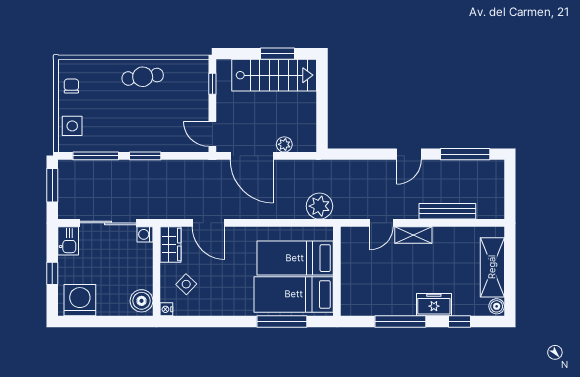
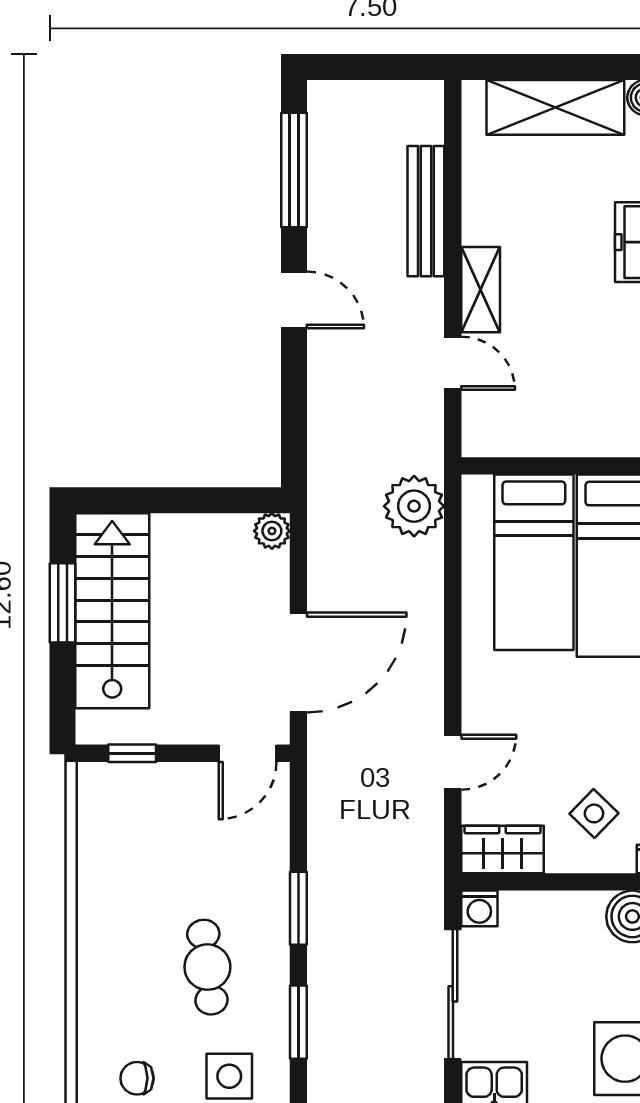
cafe table: (143, 77) -> (207, 967), moved
plant: (284, 144) -> (272, 531), moved
window: (96, 156) -> (298, 1022), width x0.69
door: (208, 223) -> (453, 762), width x0.73

